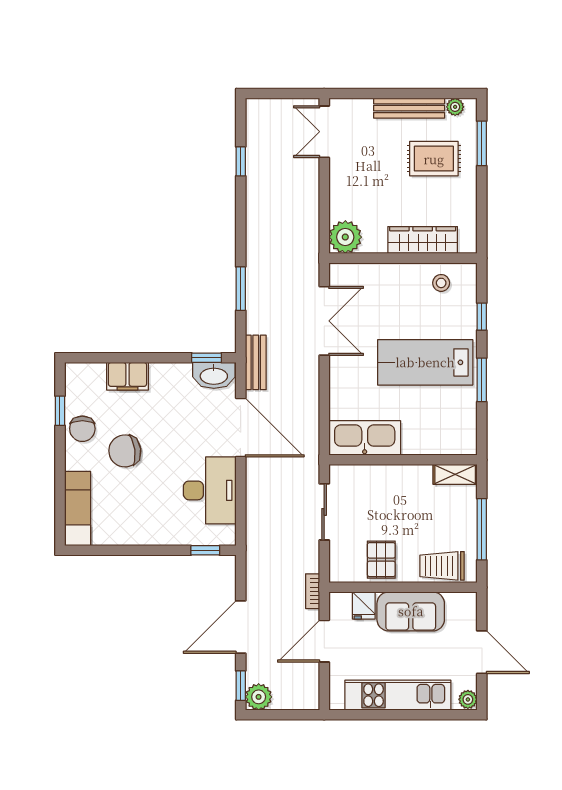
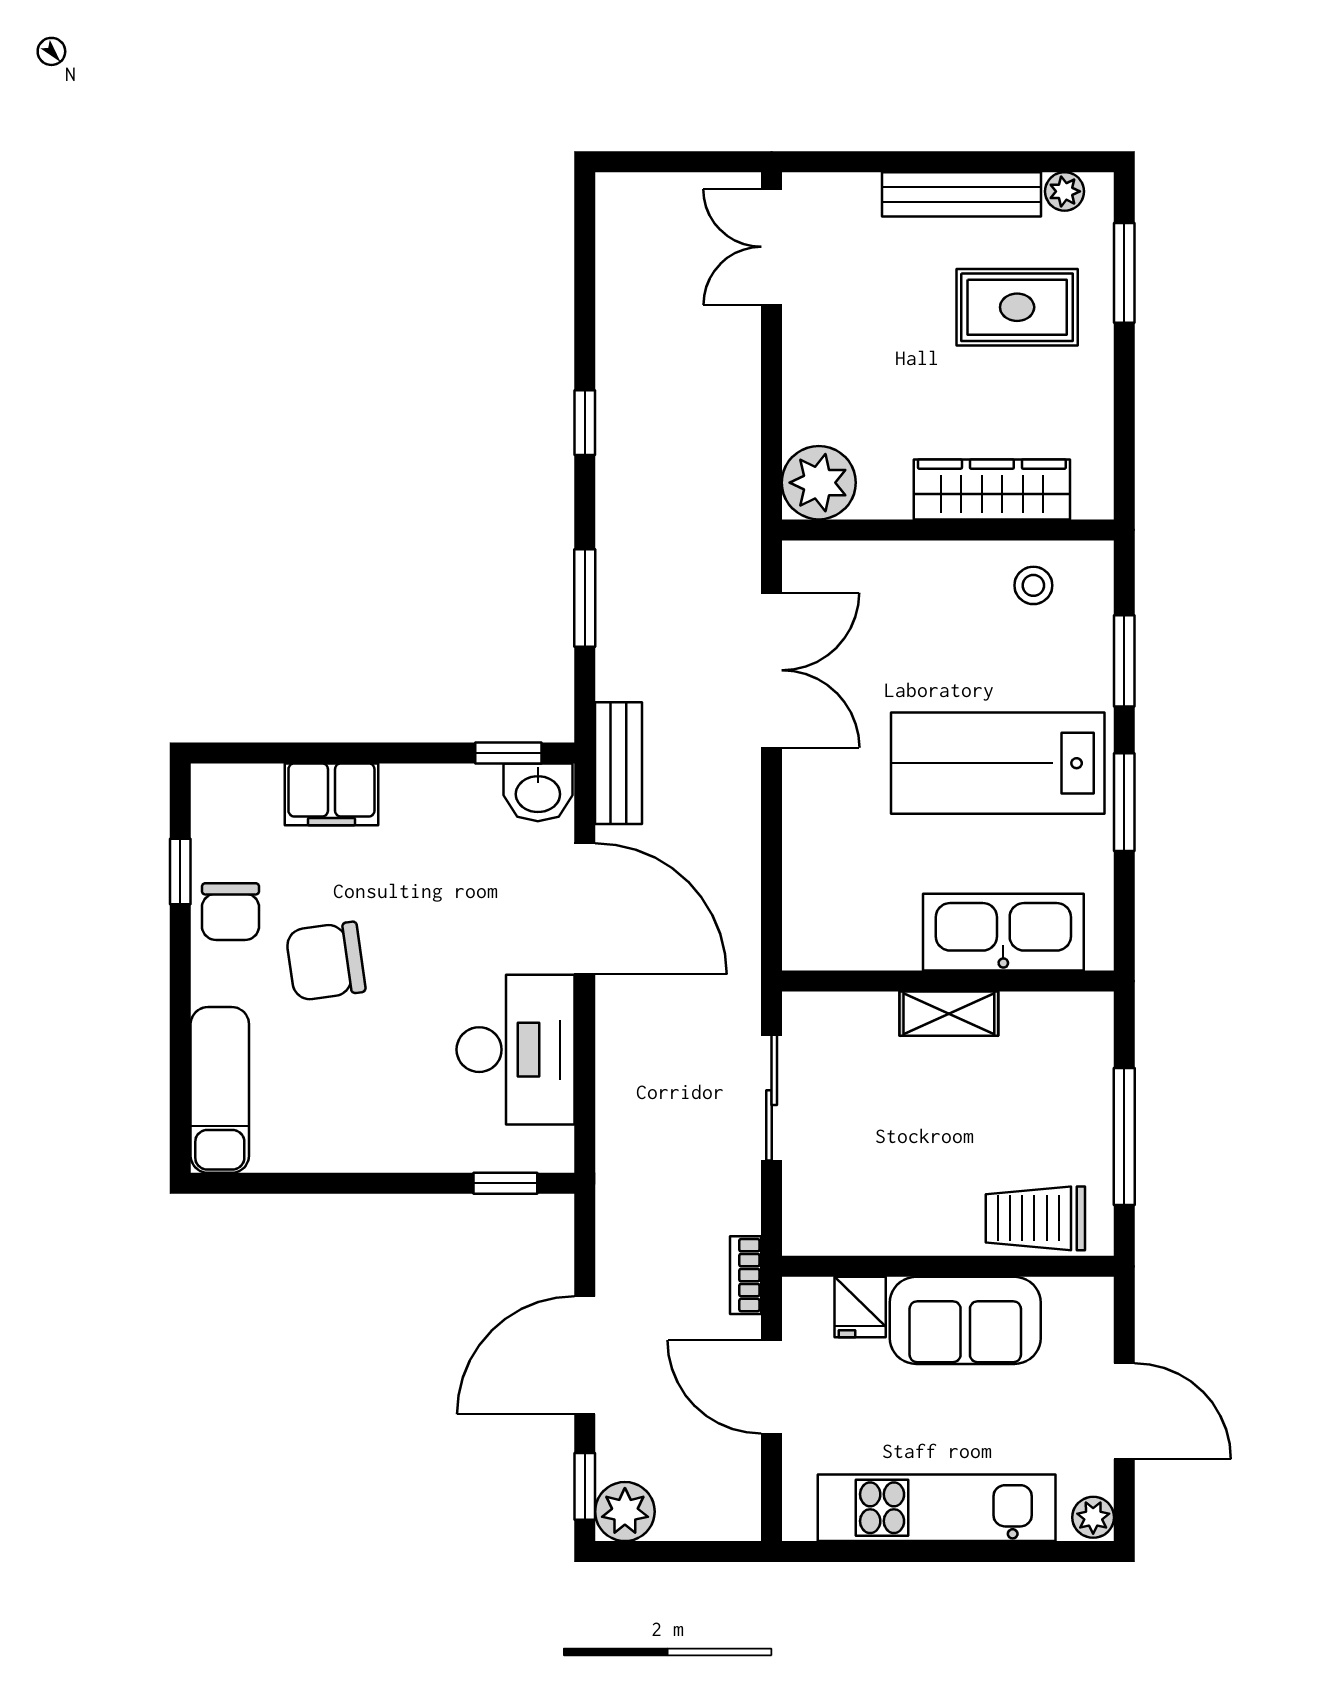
window: (241, 161) -> (585, 423), moved
window: (482, 317) -> (1124, 661), width x1.50
washbasin: (214, 375) -> (538, 792), width x0.72
kitchen sink: (365, 438) -> (1003, 932), moved
shelving: (455, 474) -> (949, 1014), moved
pallet: (381, 560) -> (899, 1204), removed
door: (324, 641) -> (772, 1387), hinge flipped

